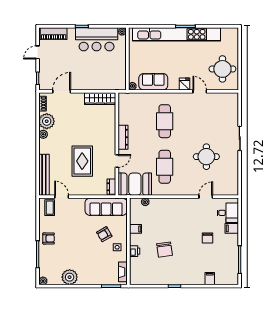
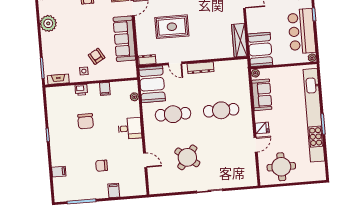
booth: (110, 80) -> (260, 49), added
round table: (206, 157) -> (187, 157), turned 38
sofa: (106, 207) -> (124, 39), moved
desk: (228, 213) -> (130, 128), moved, turned -90
chair: (164, 250) -> (86, 121), turned -82

